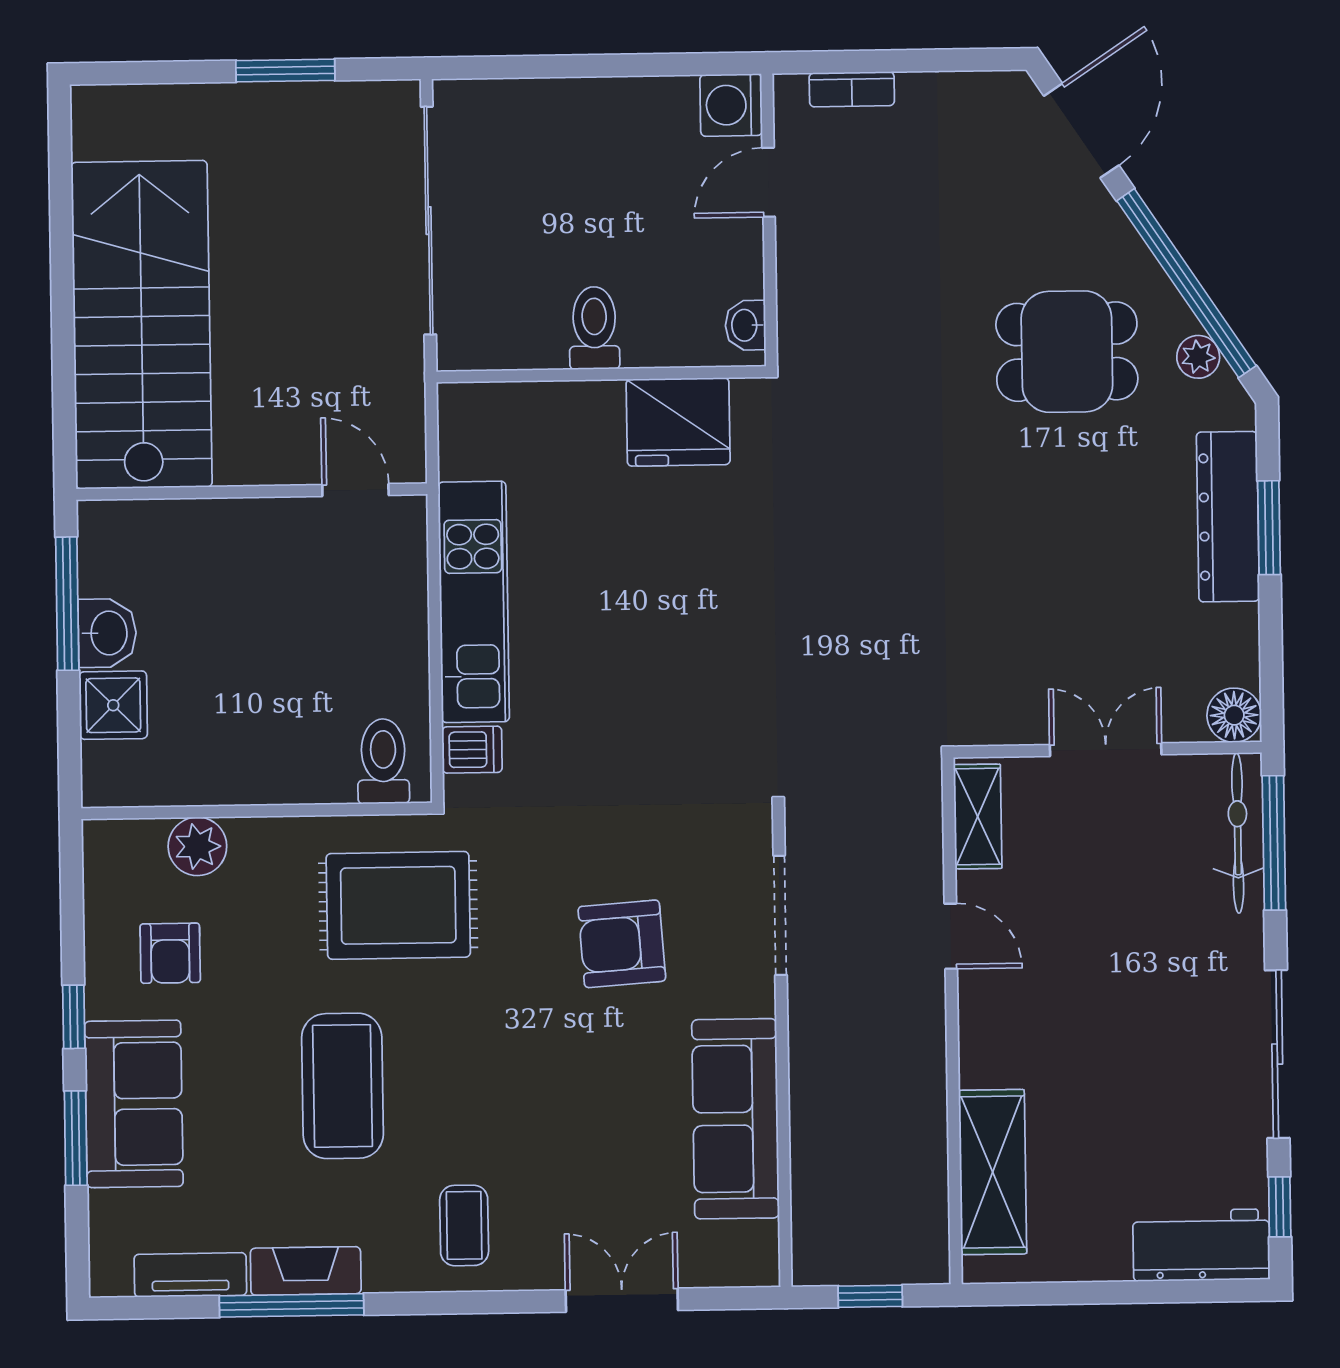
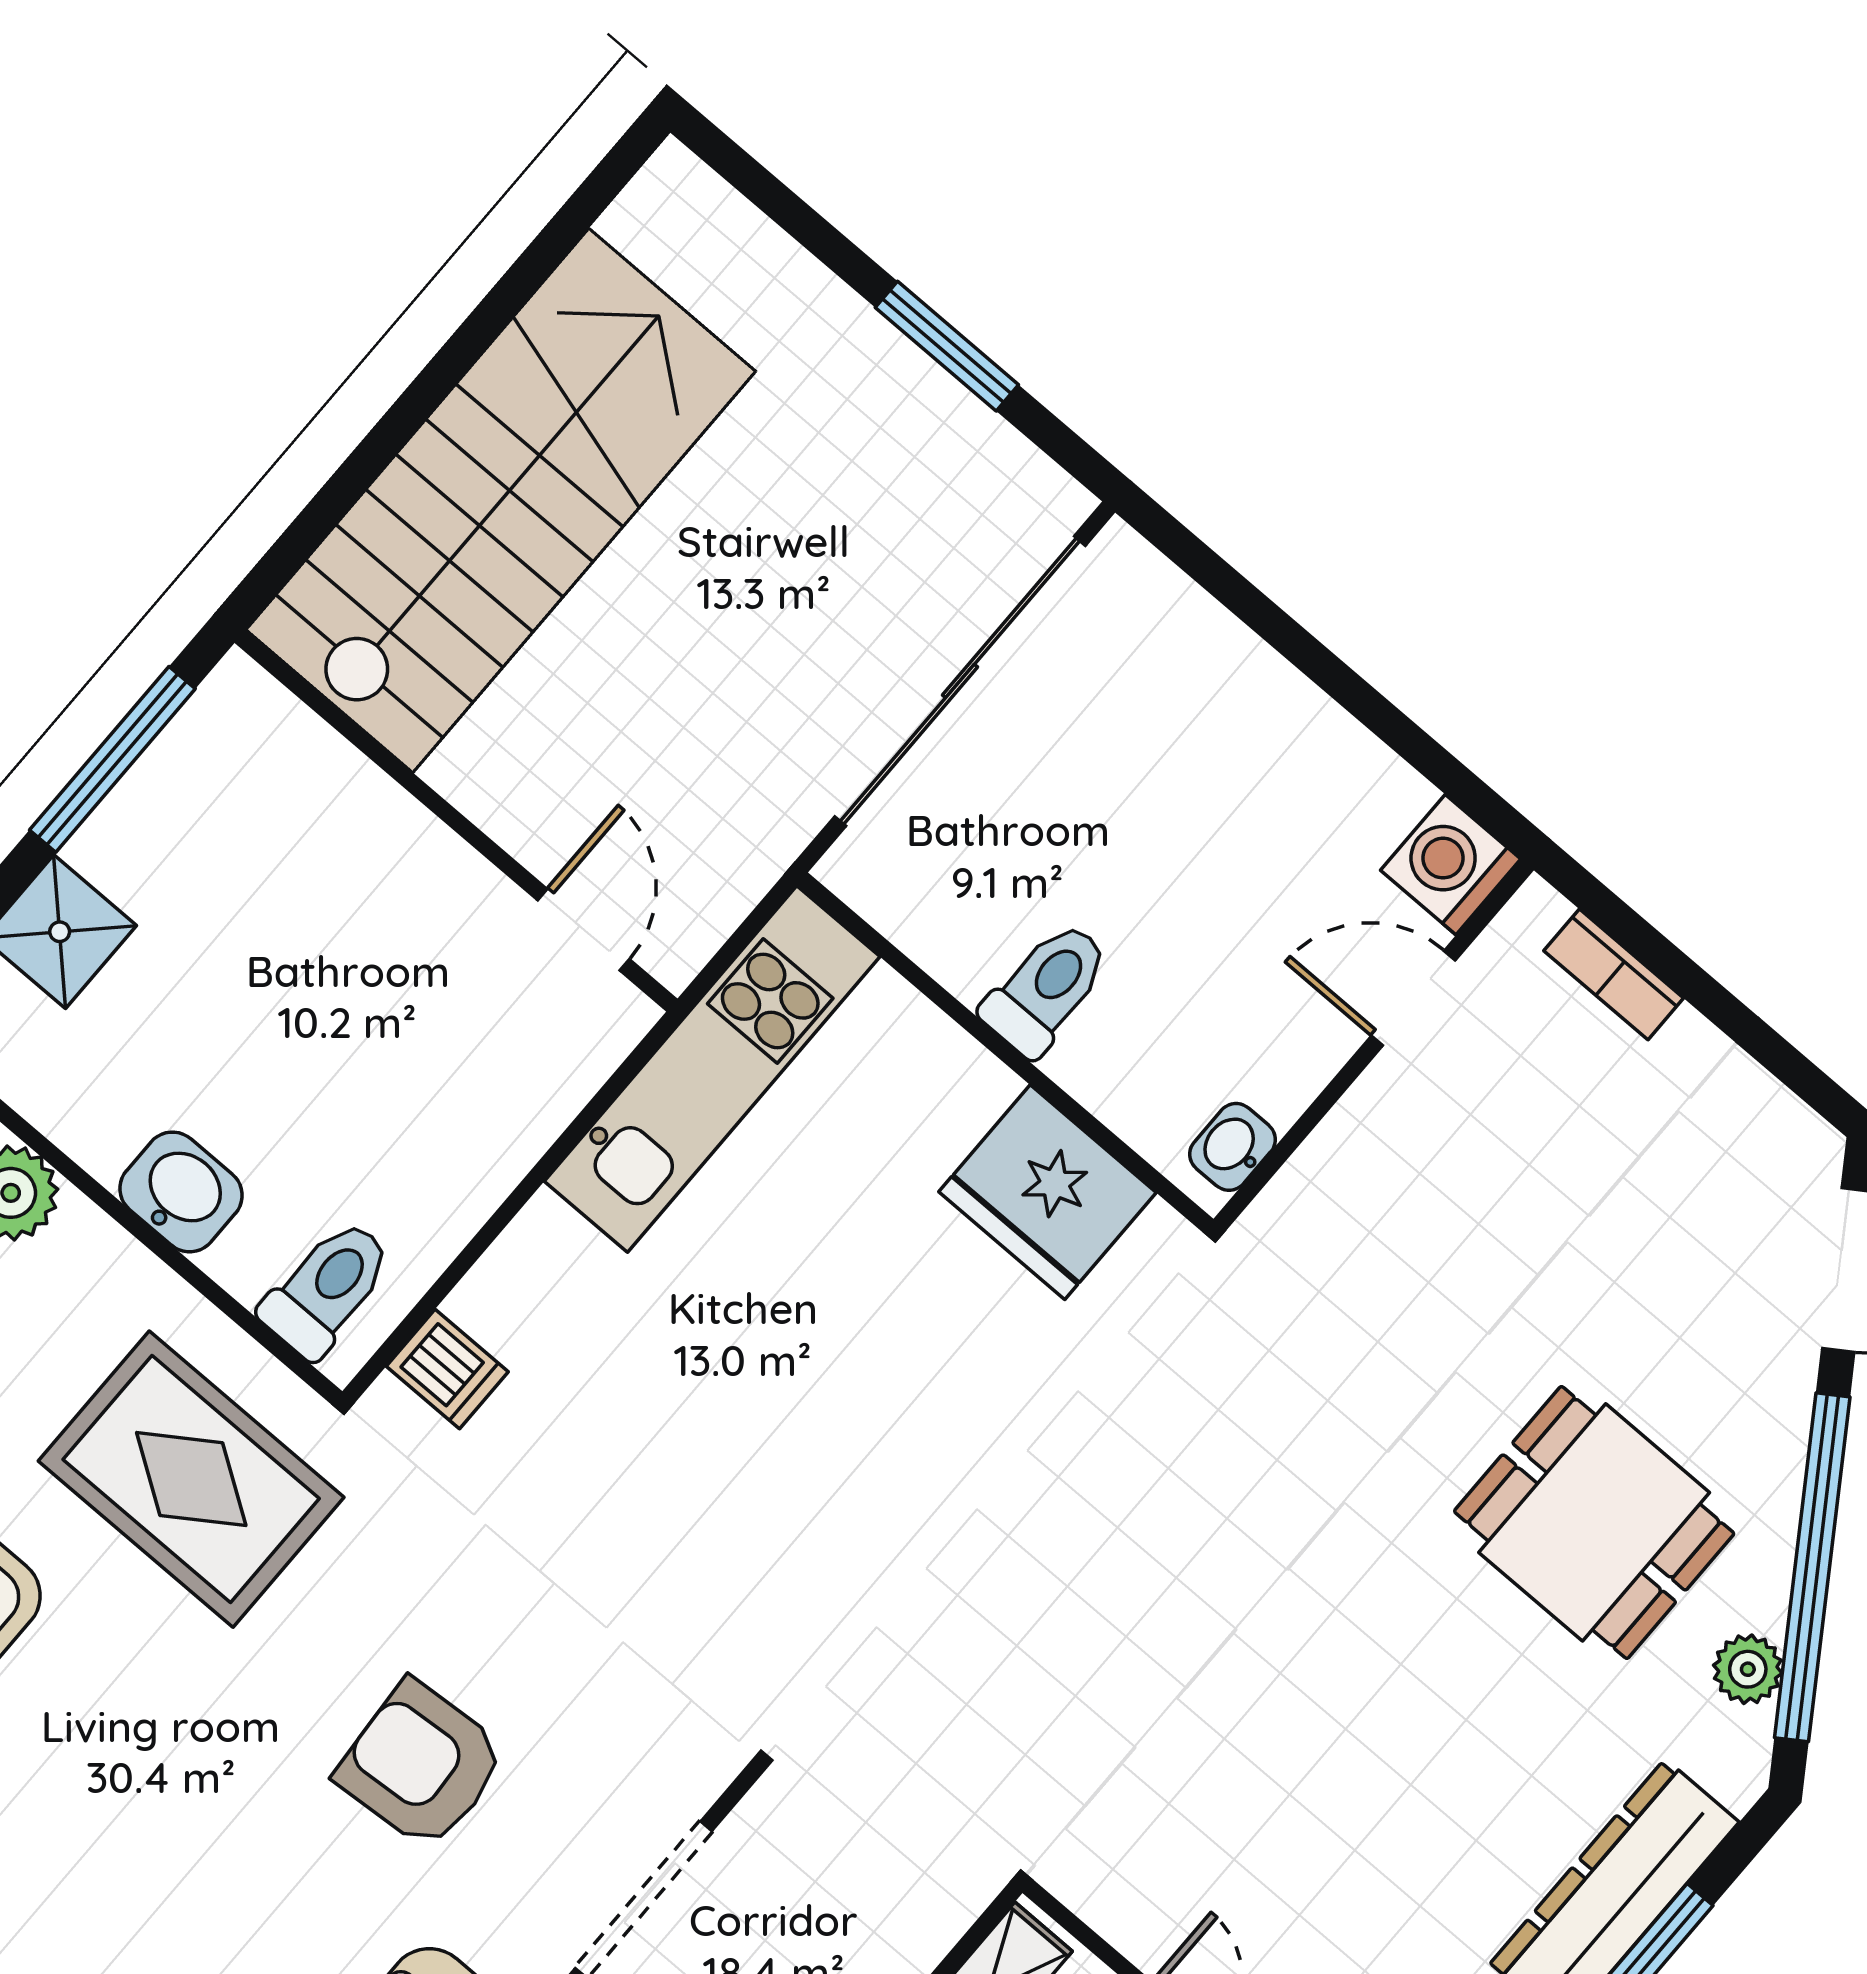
kitchen unit: (474, 602) -> (712, 1069), moved
washbasin: (107, 633) -> (181, 1192), moved, turned -90

